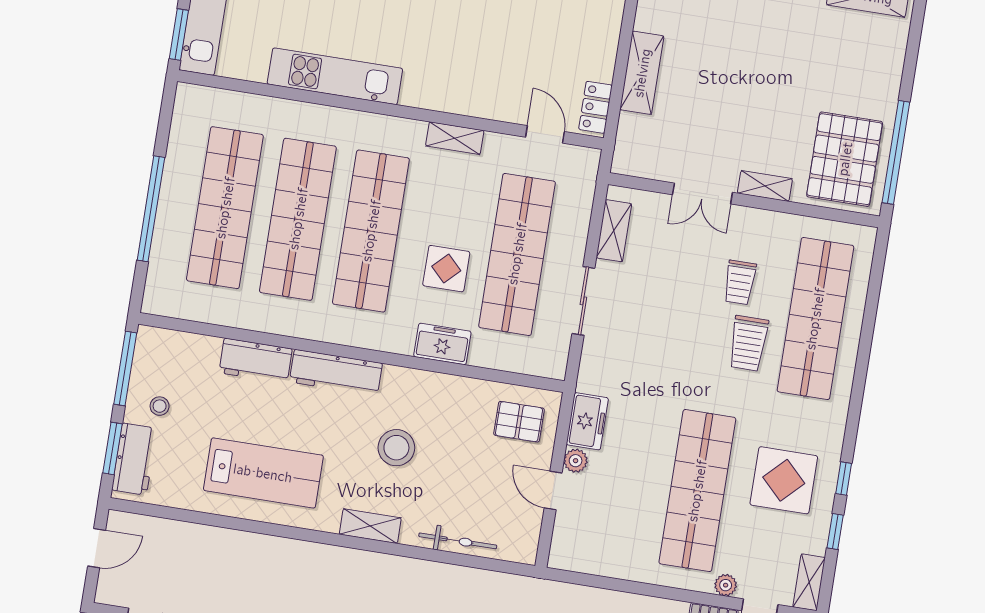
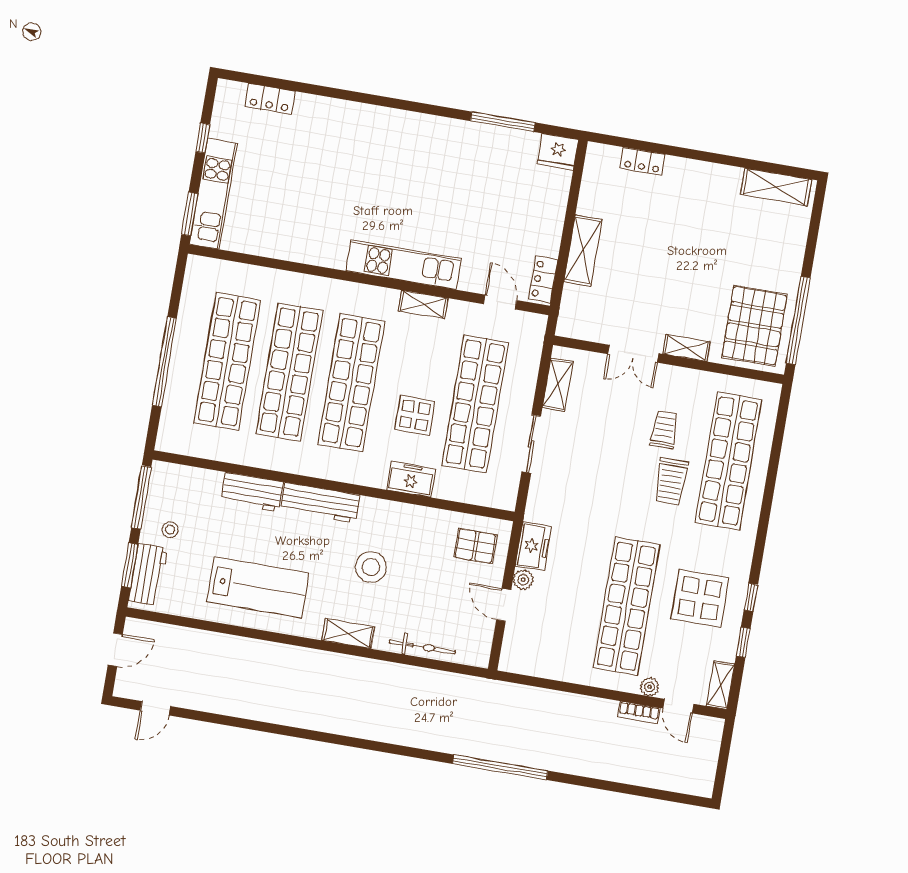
kitchen unit: (335, 76) -> (404, 265), moved
trolley: (740, 282) -> (664, 430), turned 180

